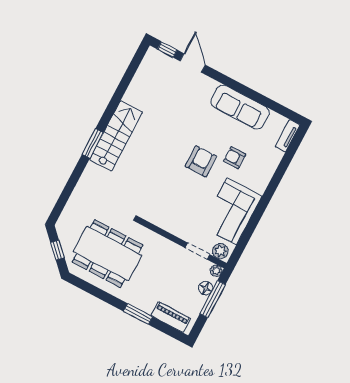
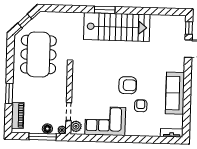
stairs: (116, 136) -> (117, 27), width x1.36, depth x1.51

